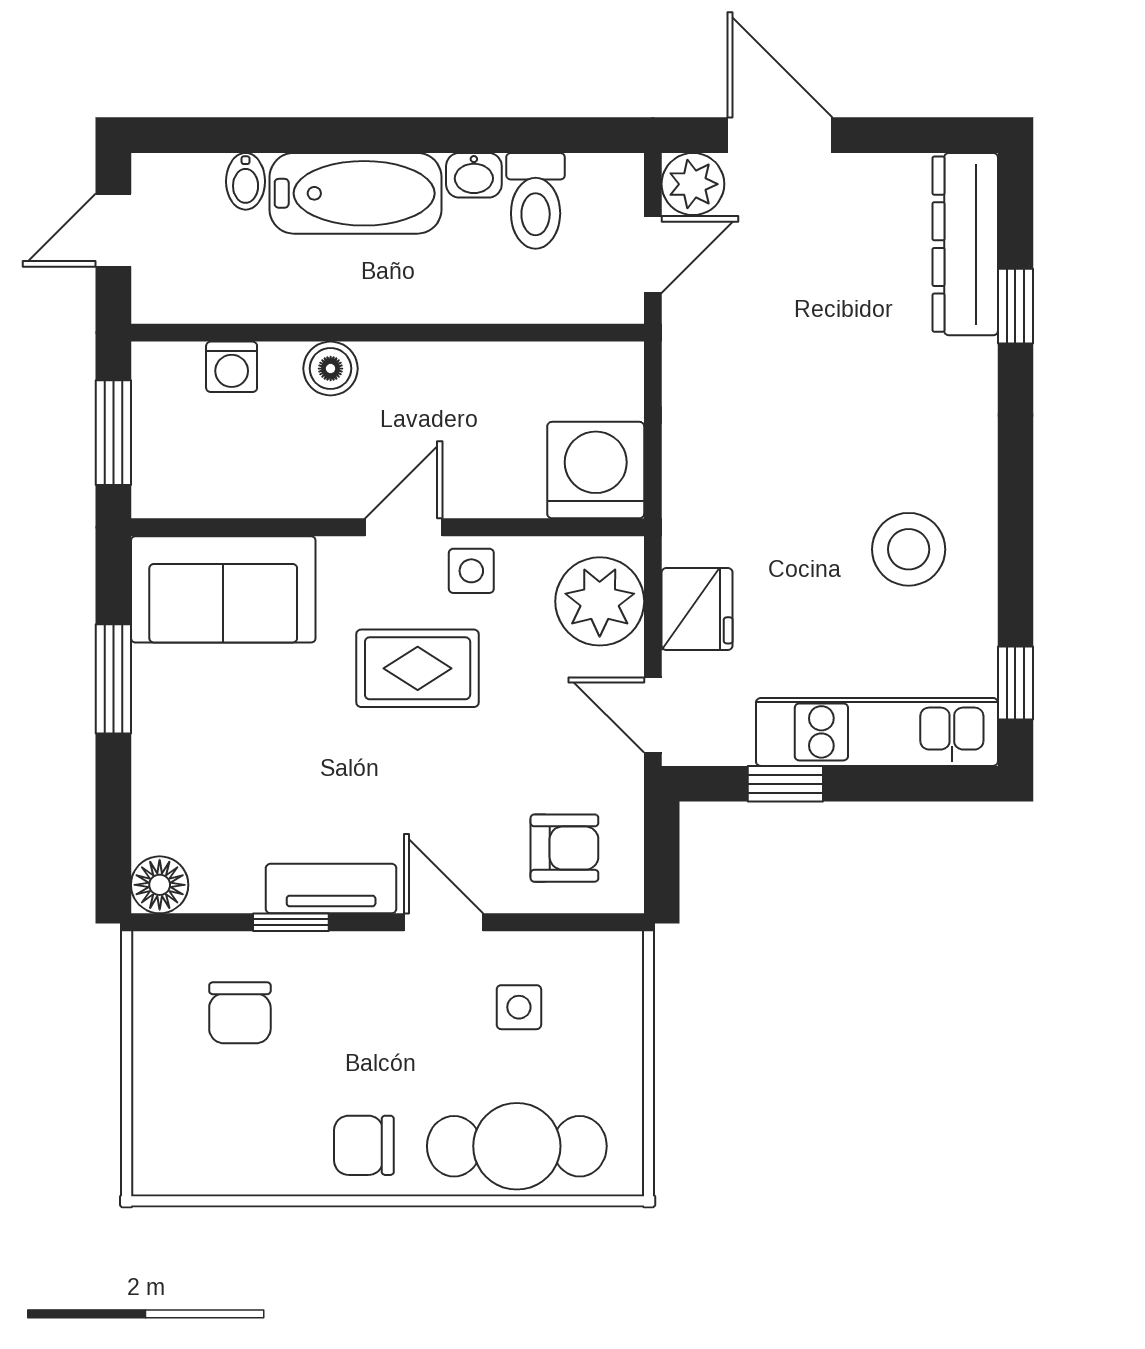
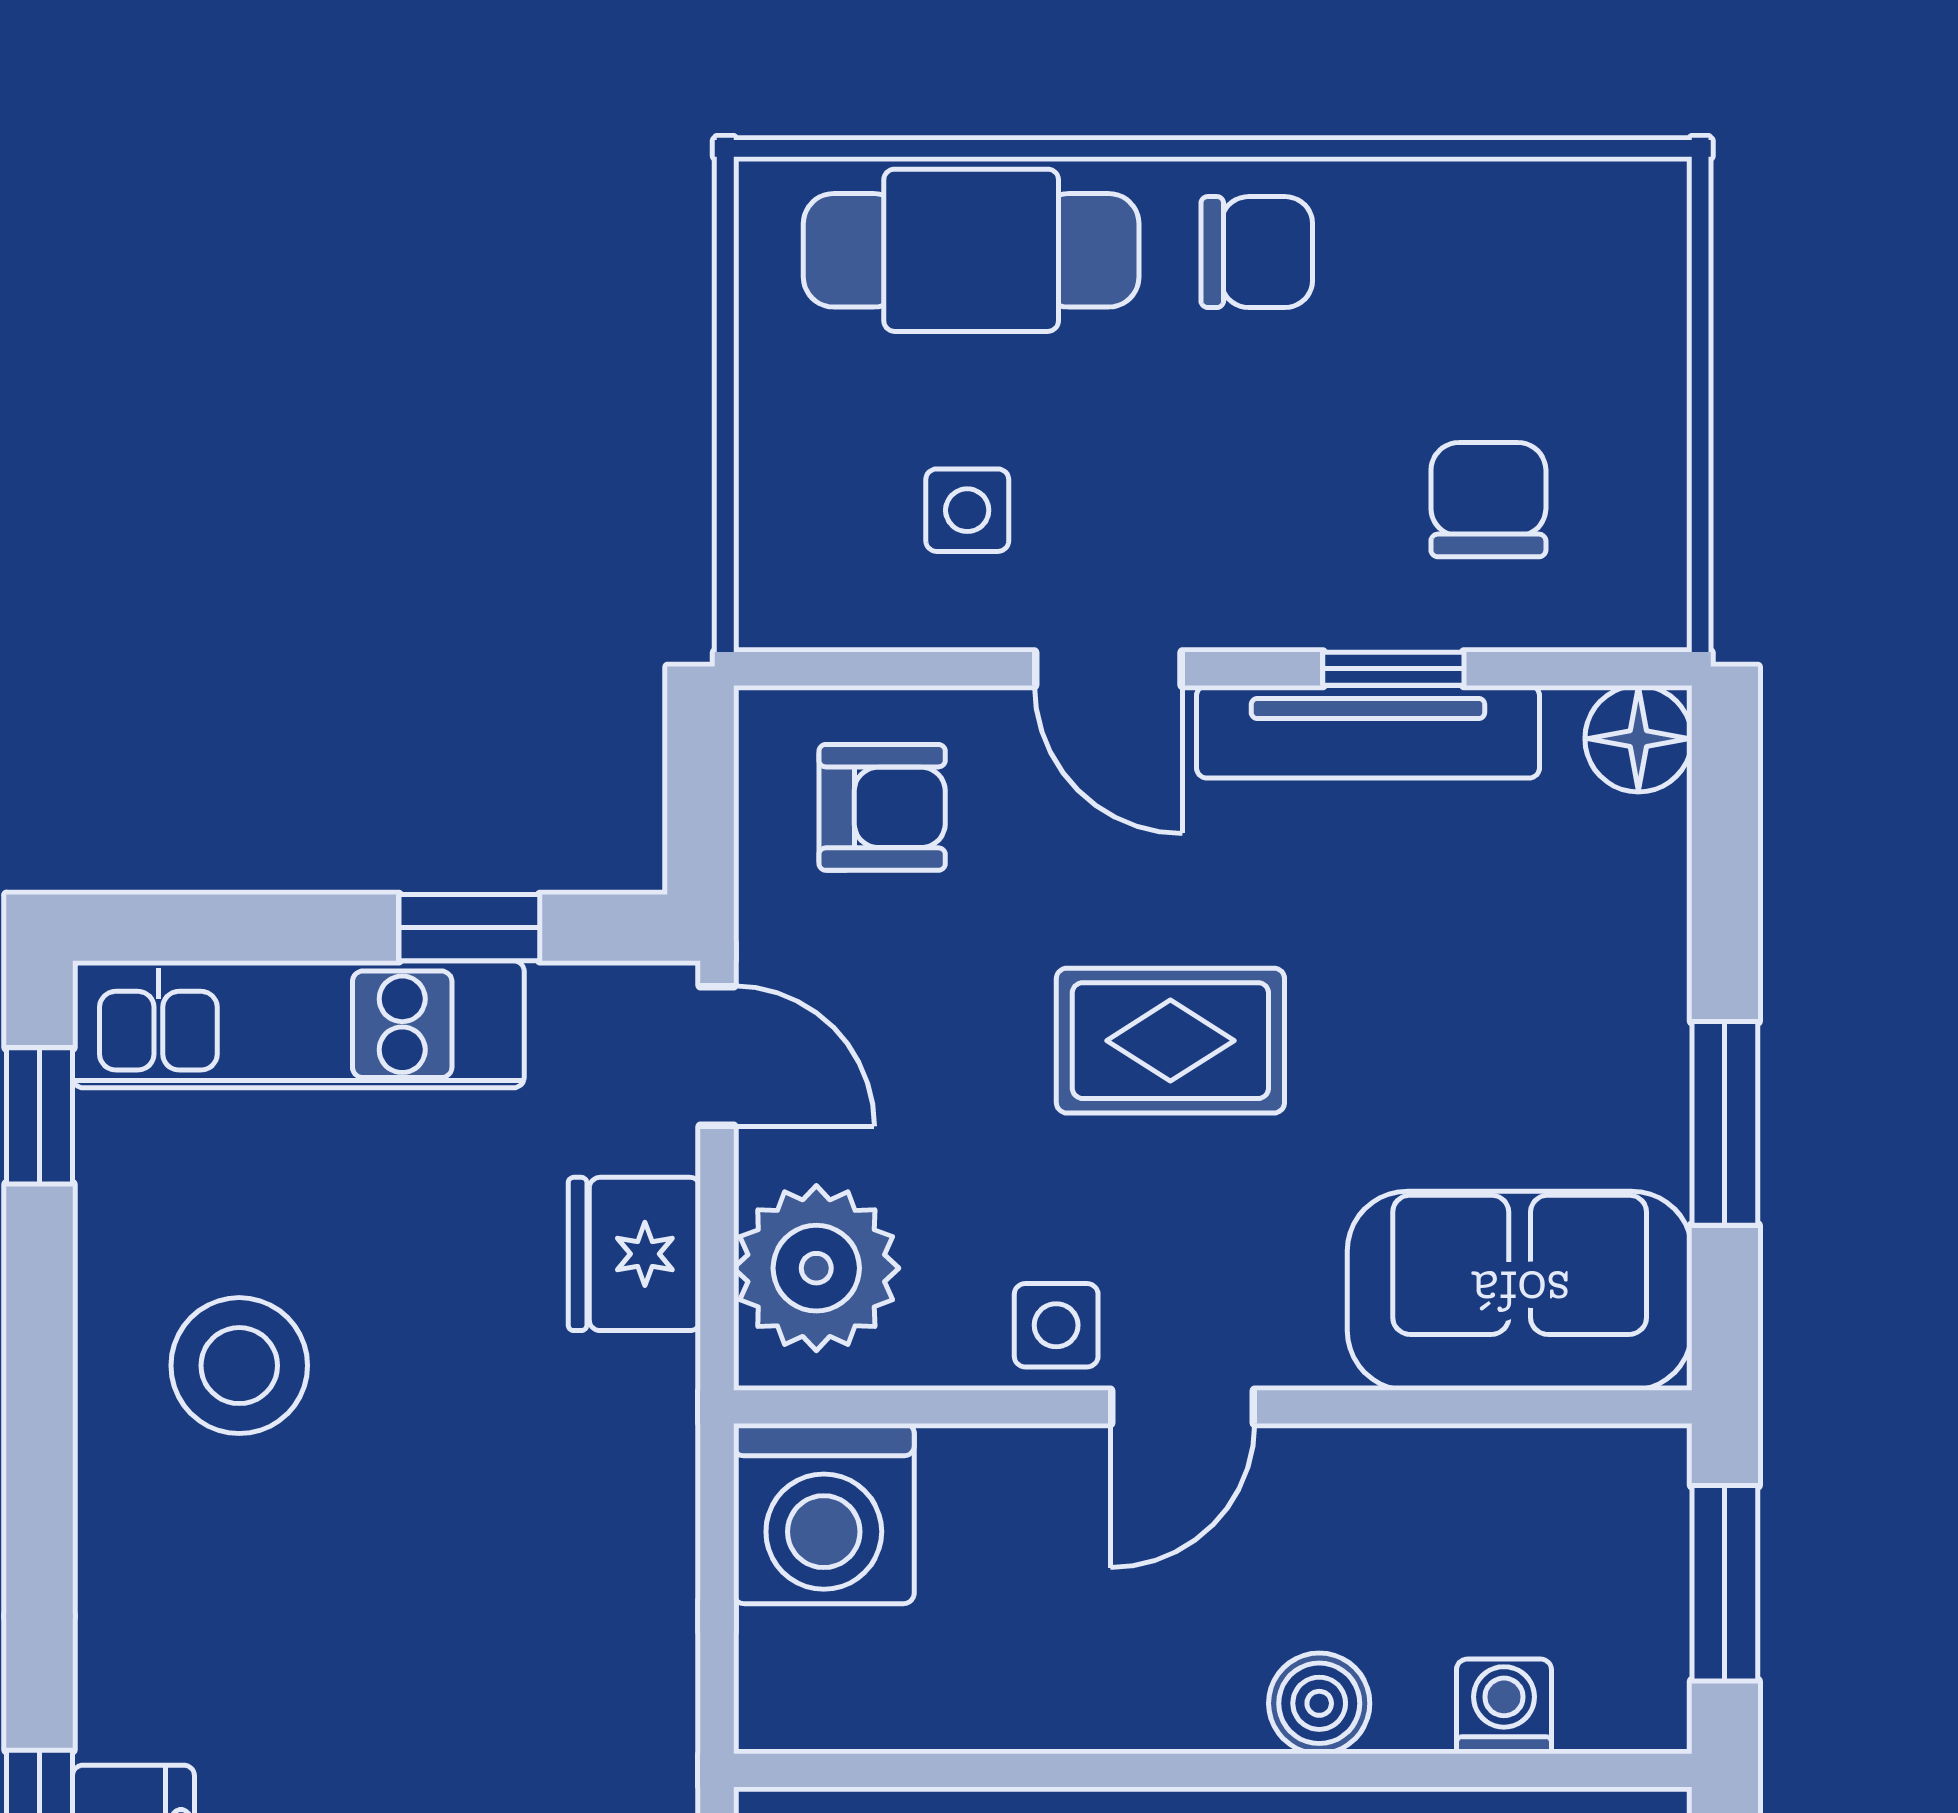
rug: (418, 668) -> (1170, 1041), moved
armchair: (564, 848) -> (882, 807), turned 180
tv unit: (331, 889) -> (1368, 732), width x1.41

